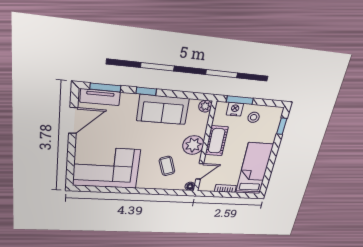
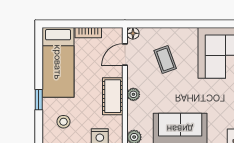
stool: (254, 117) -> (63, 122), moved
window: (282, 126) -> (39, 100), moved
plant: (193, 145) -> (133, 94), width x0.53, depth x0.53

